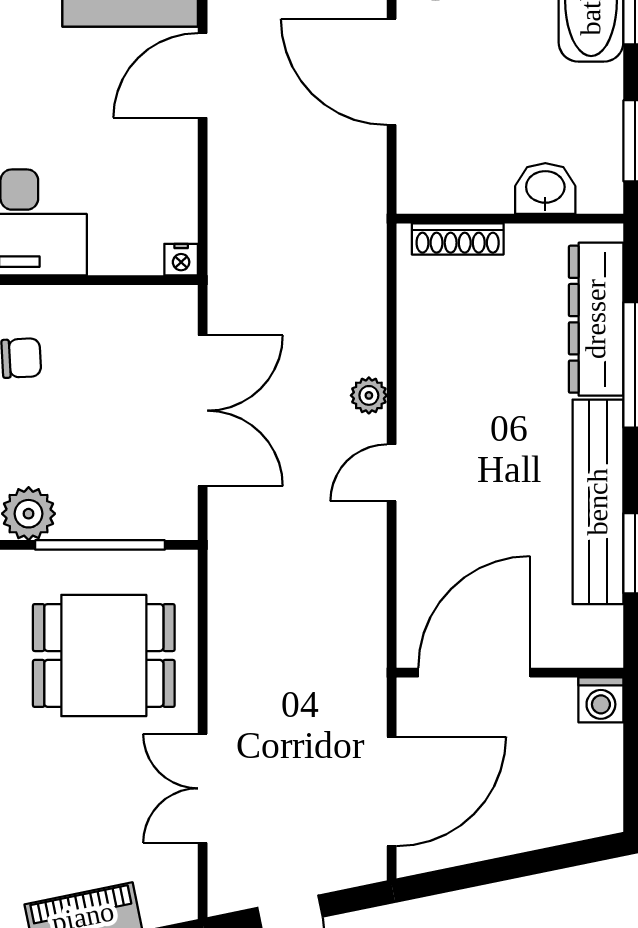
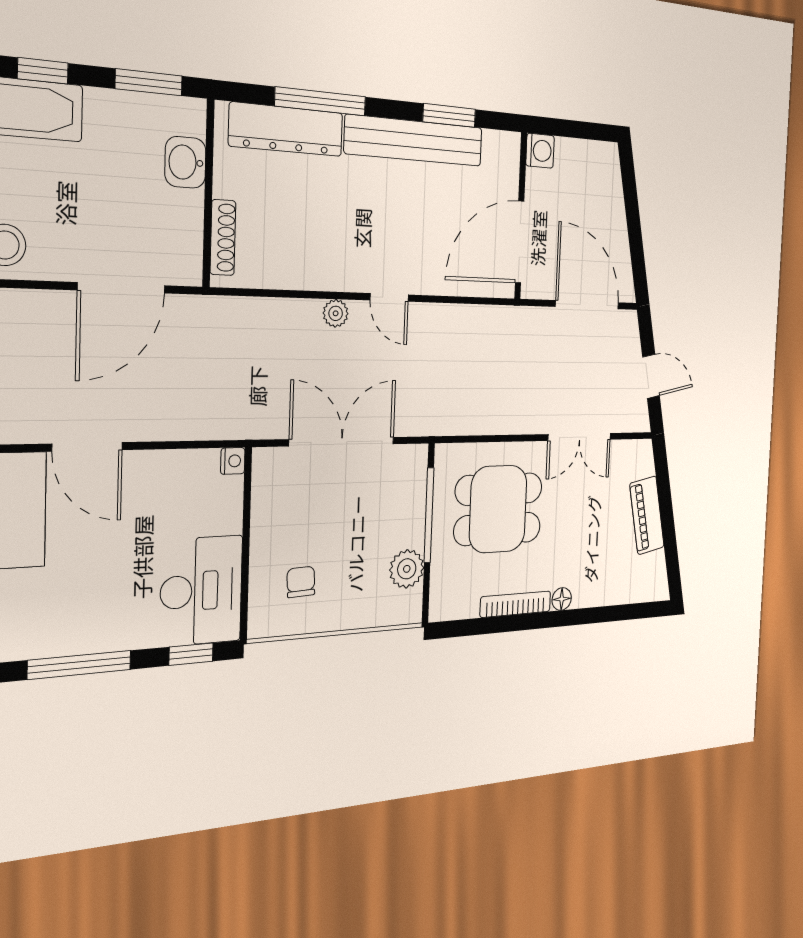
door: (392, 72) -> (121, 288), moved
dining table: (104, 655) -> (498, 509), turned 90
door: (474, 673) -> (520, 242), hinge flipped

